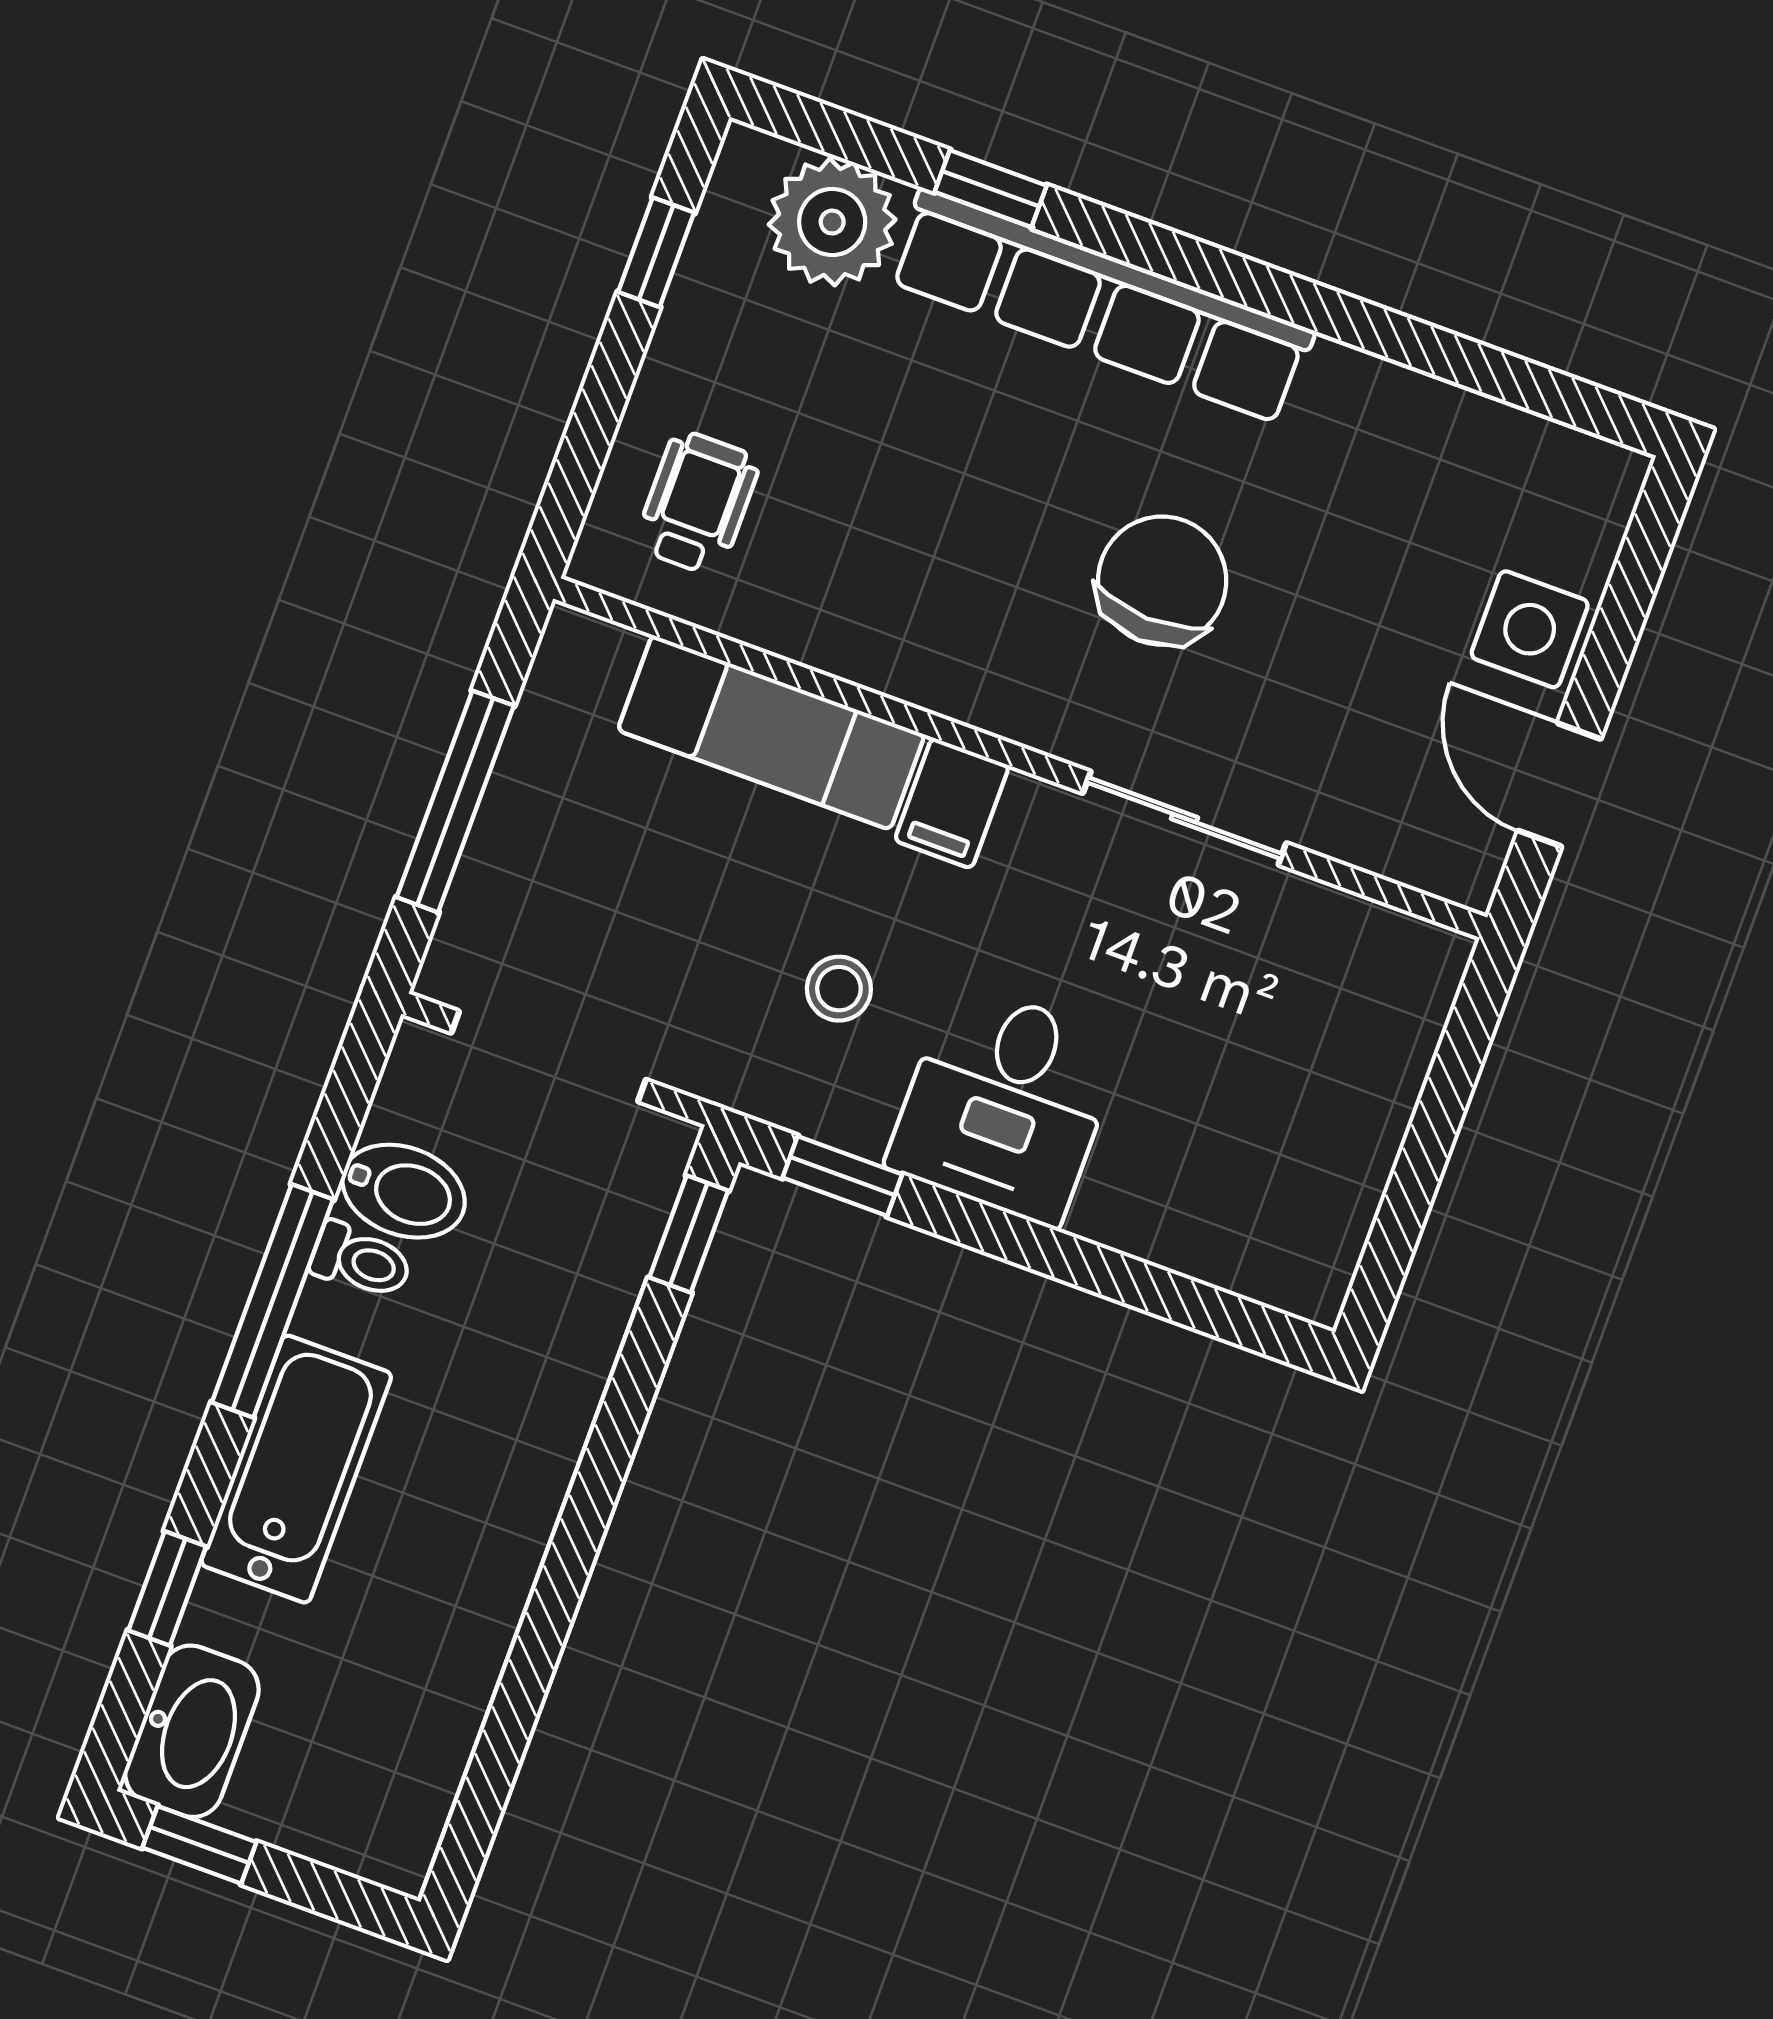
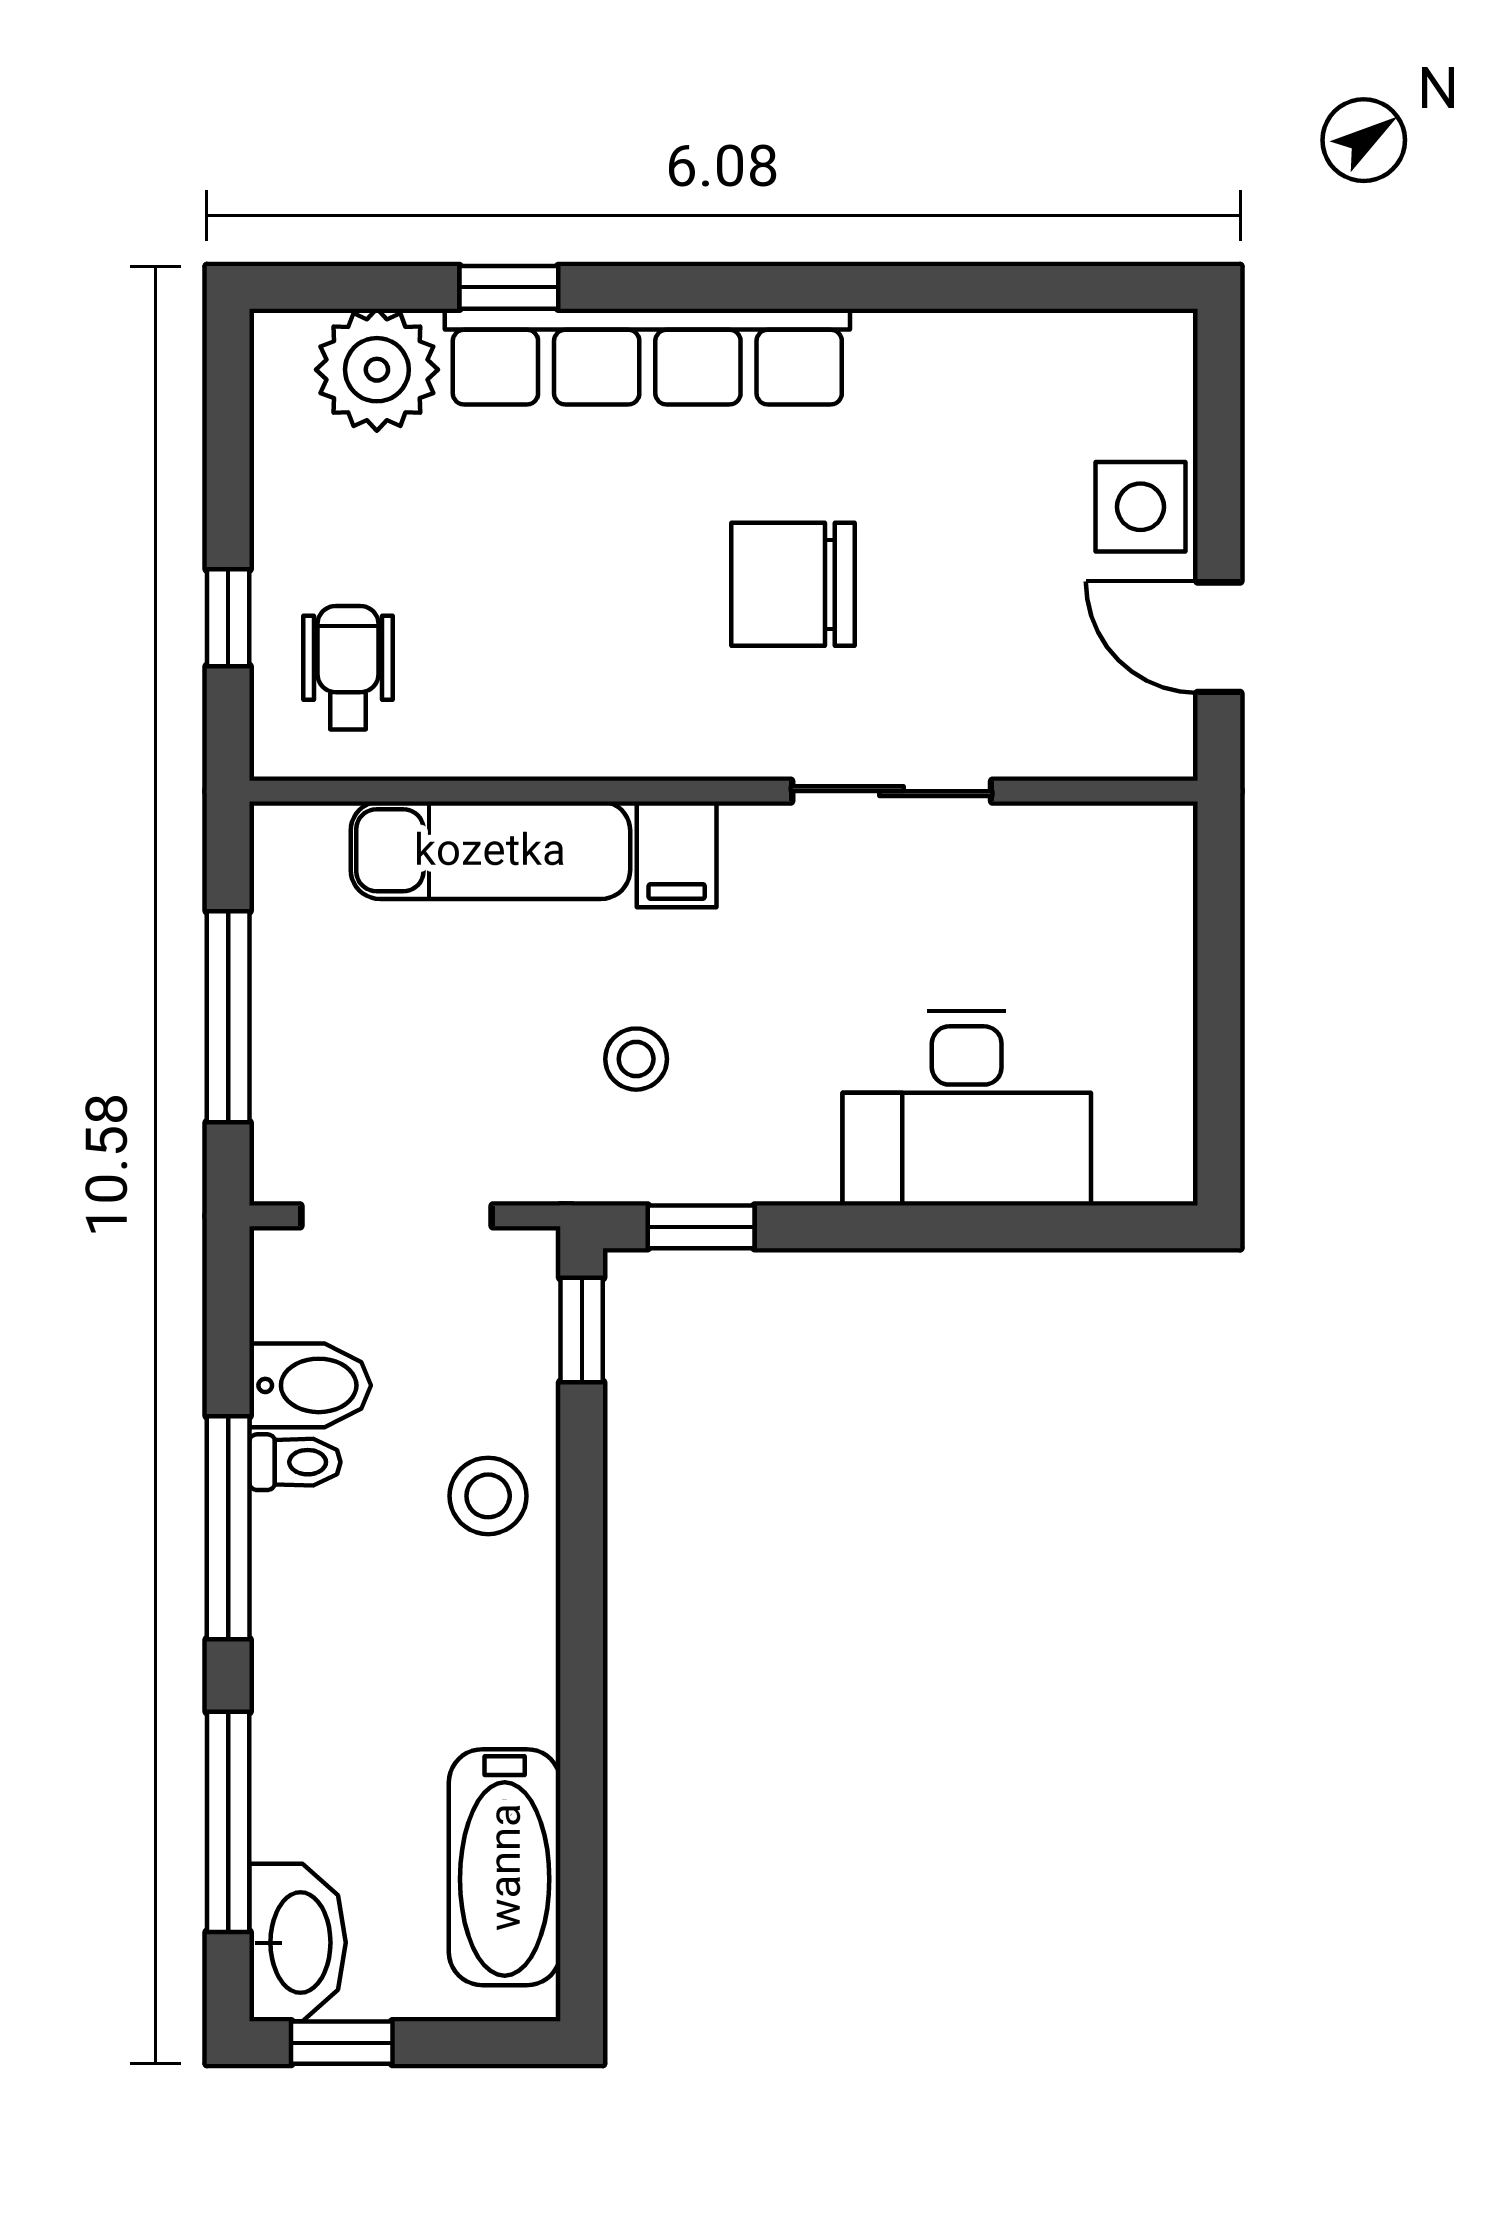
window: (656, 252) -> (228, 618), moved
chair: (1162, 581) -> (793, 584), turned -92
desk: (1005, 1104) -> (967, 1108), moved, width x1.37
stool: (538, 1363) -> (488, 1496), added
bathtub: (296, 1469) -> (505, 1867), moved, turned 180
window: (167, 1588) -> (228, 1822), width x2.17

